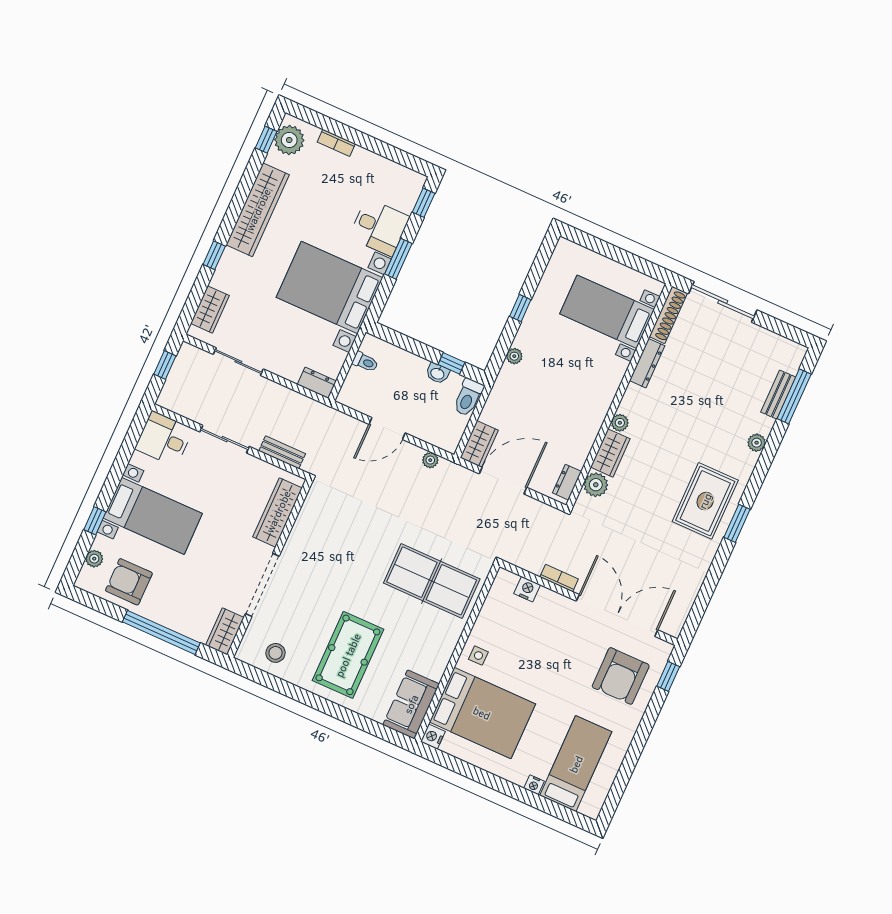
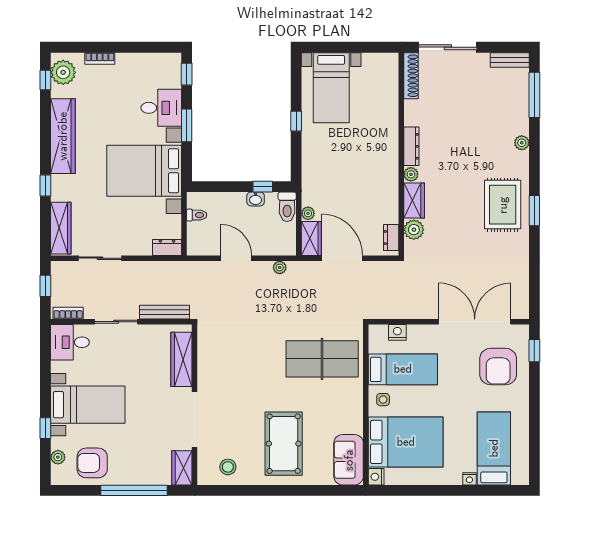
wardrobe: (210, 309) -> (61, 228), width x1.50
bed with nightstands: (607, 312) -> (331, 88), moved, turned -90
plant: (514, 356) -> (308, 213), moved
dresser: (647, 363) -> (411, 146), moved
bench: (778, 395) -> (510, 60), moved, turned 90
door: (387, 429) -> (236, 258), swing flipped
bench: (282, 452) -> (164, 312), width x1.36
door: (503, 481) -> (342, 258), hinge flipped
bookcase: (559, 578) -> (68, 313), moved
bed: (515, 632) -> (403, 369), added

